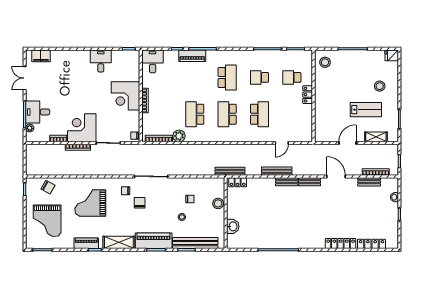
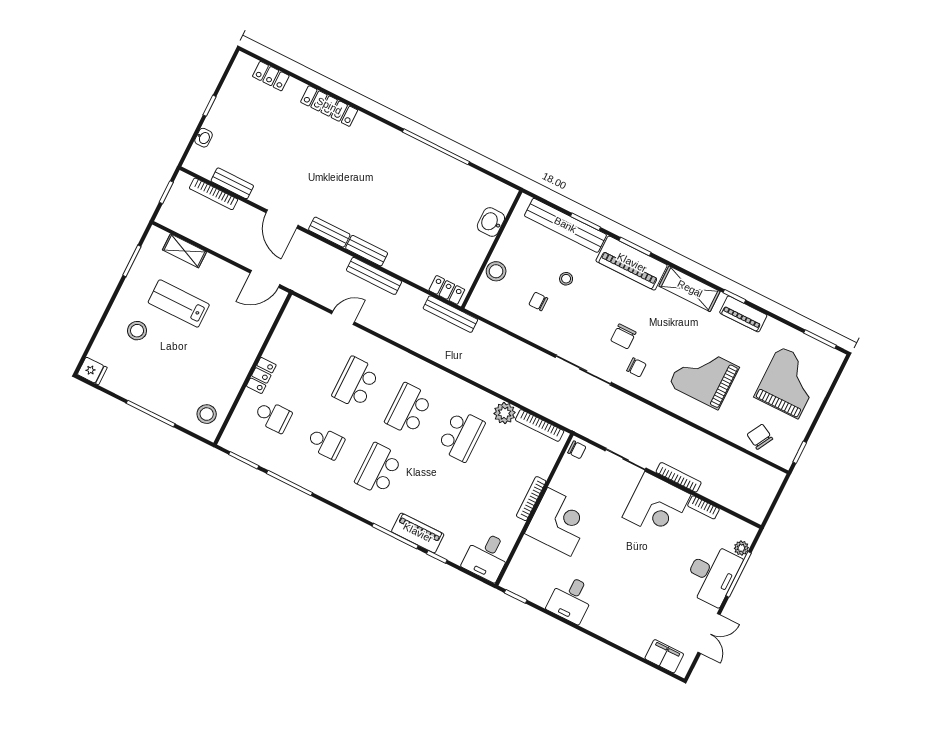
desk: (38, 112) -> (712, 574), width x1.37
school desk: (227, 114) -> (408, 409), turned 180
door: (347, 143) -> (265, 279), moved
grand piano: (90, 203) -> (704, 376), turned 180
locker: (372, 244) -> (271, 76), width x0.66

